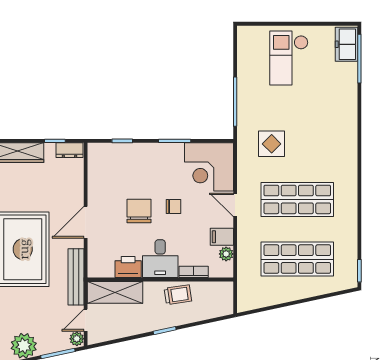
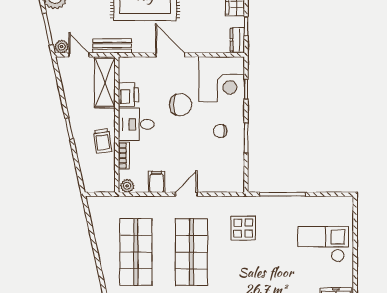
corner desk: (209, 167) -> (222, 79), moved, turned 180
chair: (173, 206) -> (220, 131), moved, turned 90
plant: (226, 254) -> (127, 186), moved
bench: (76, 277) -> (112, 46), width x0.73

